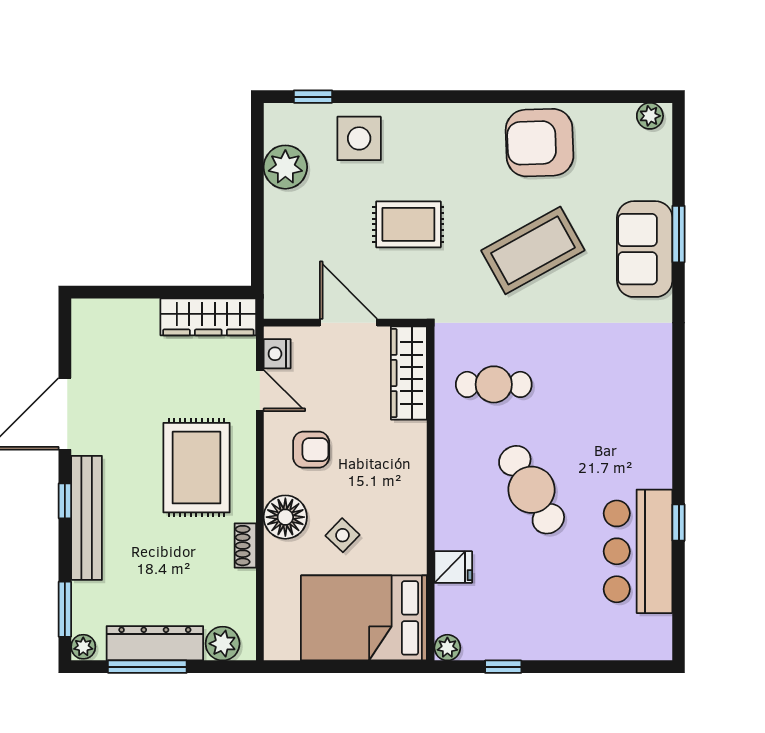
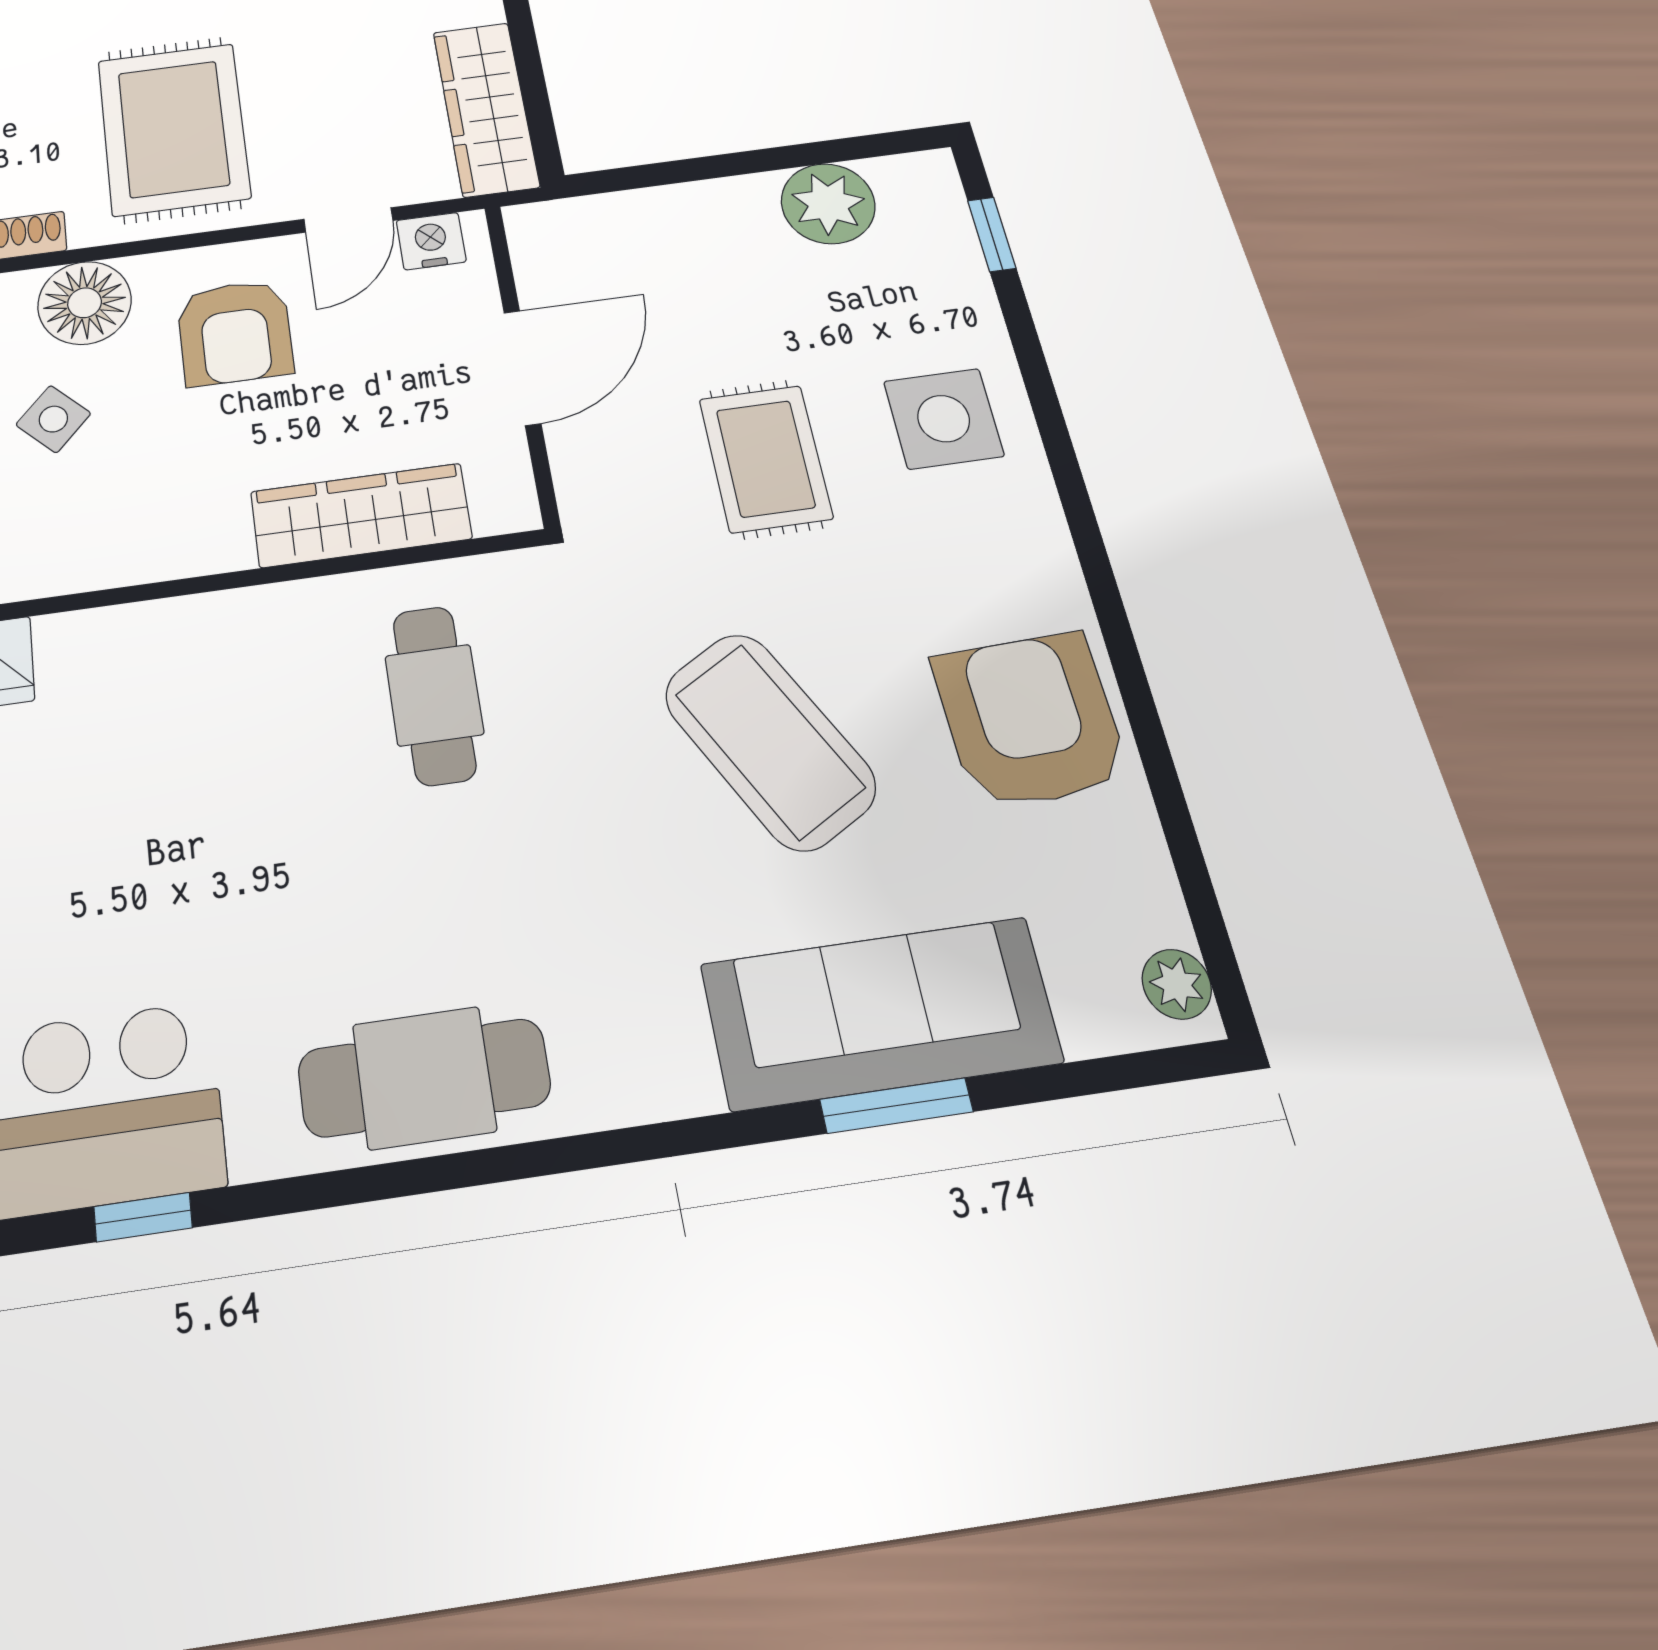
side table: (359, 138) -> (944, 419), moved
sofa: (645, 249) -> (880, 1013), width x1.36
wardrobe: (409, 373) -> (361, 515), moved
armchair: (311, 450) -> (235, 332), width x1.38, depth x1.38
rug: (196, 468) -> (174, 129), turned 90
cafe table: (532, 490) -> (424, 1078), moved, turned 30

